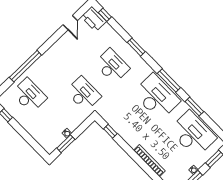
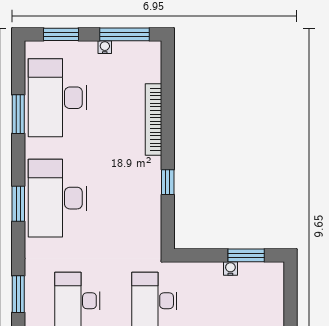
window: (169, 81) -> (18, 204), width x0.69
window: (194, 107) -> (18, 114), moved
window: (110, 131) -> (168, 182), moved

